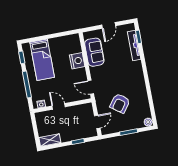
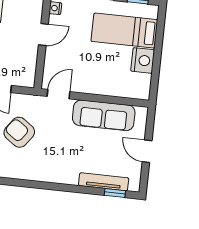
sofa: (94, 52) -> (104, 115), width x1.36
nightstand: (77, 61) -> (143, 60), moved, turned -90

